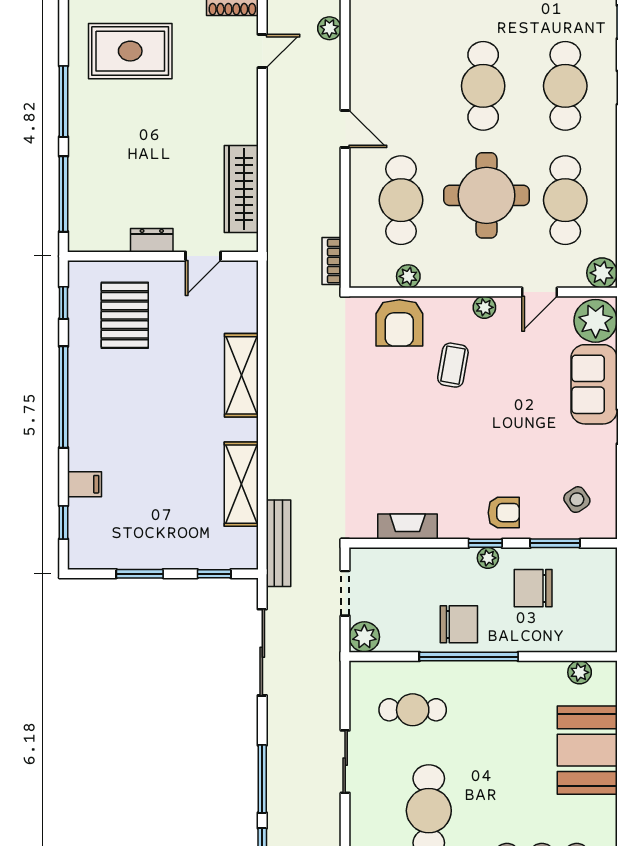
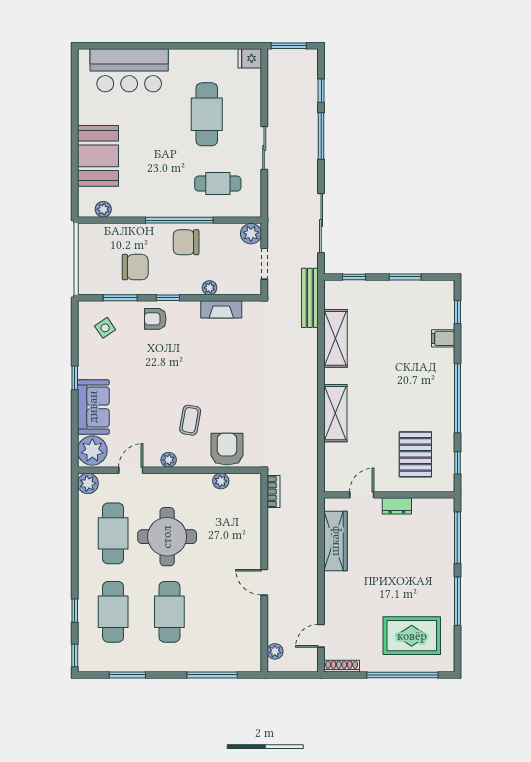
cafe table: (401, 200) -> (226, 533), removed
plant: (488, 558) -> (210, 288), moved

